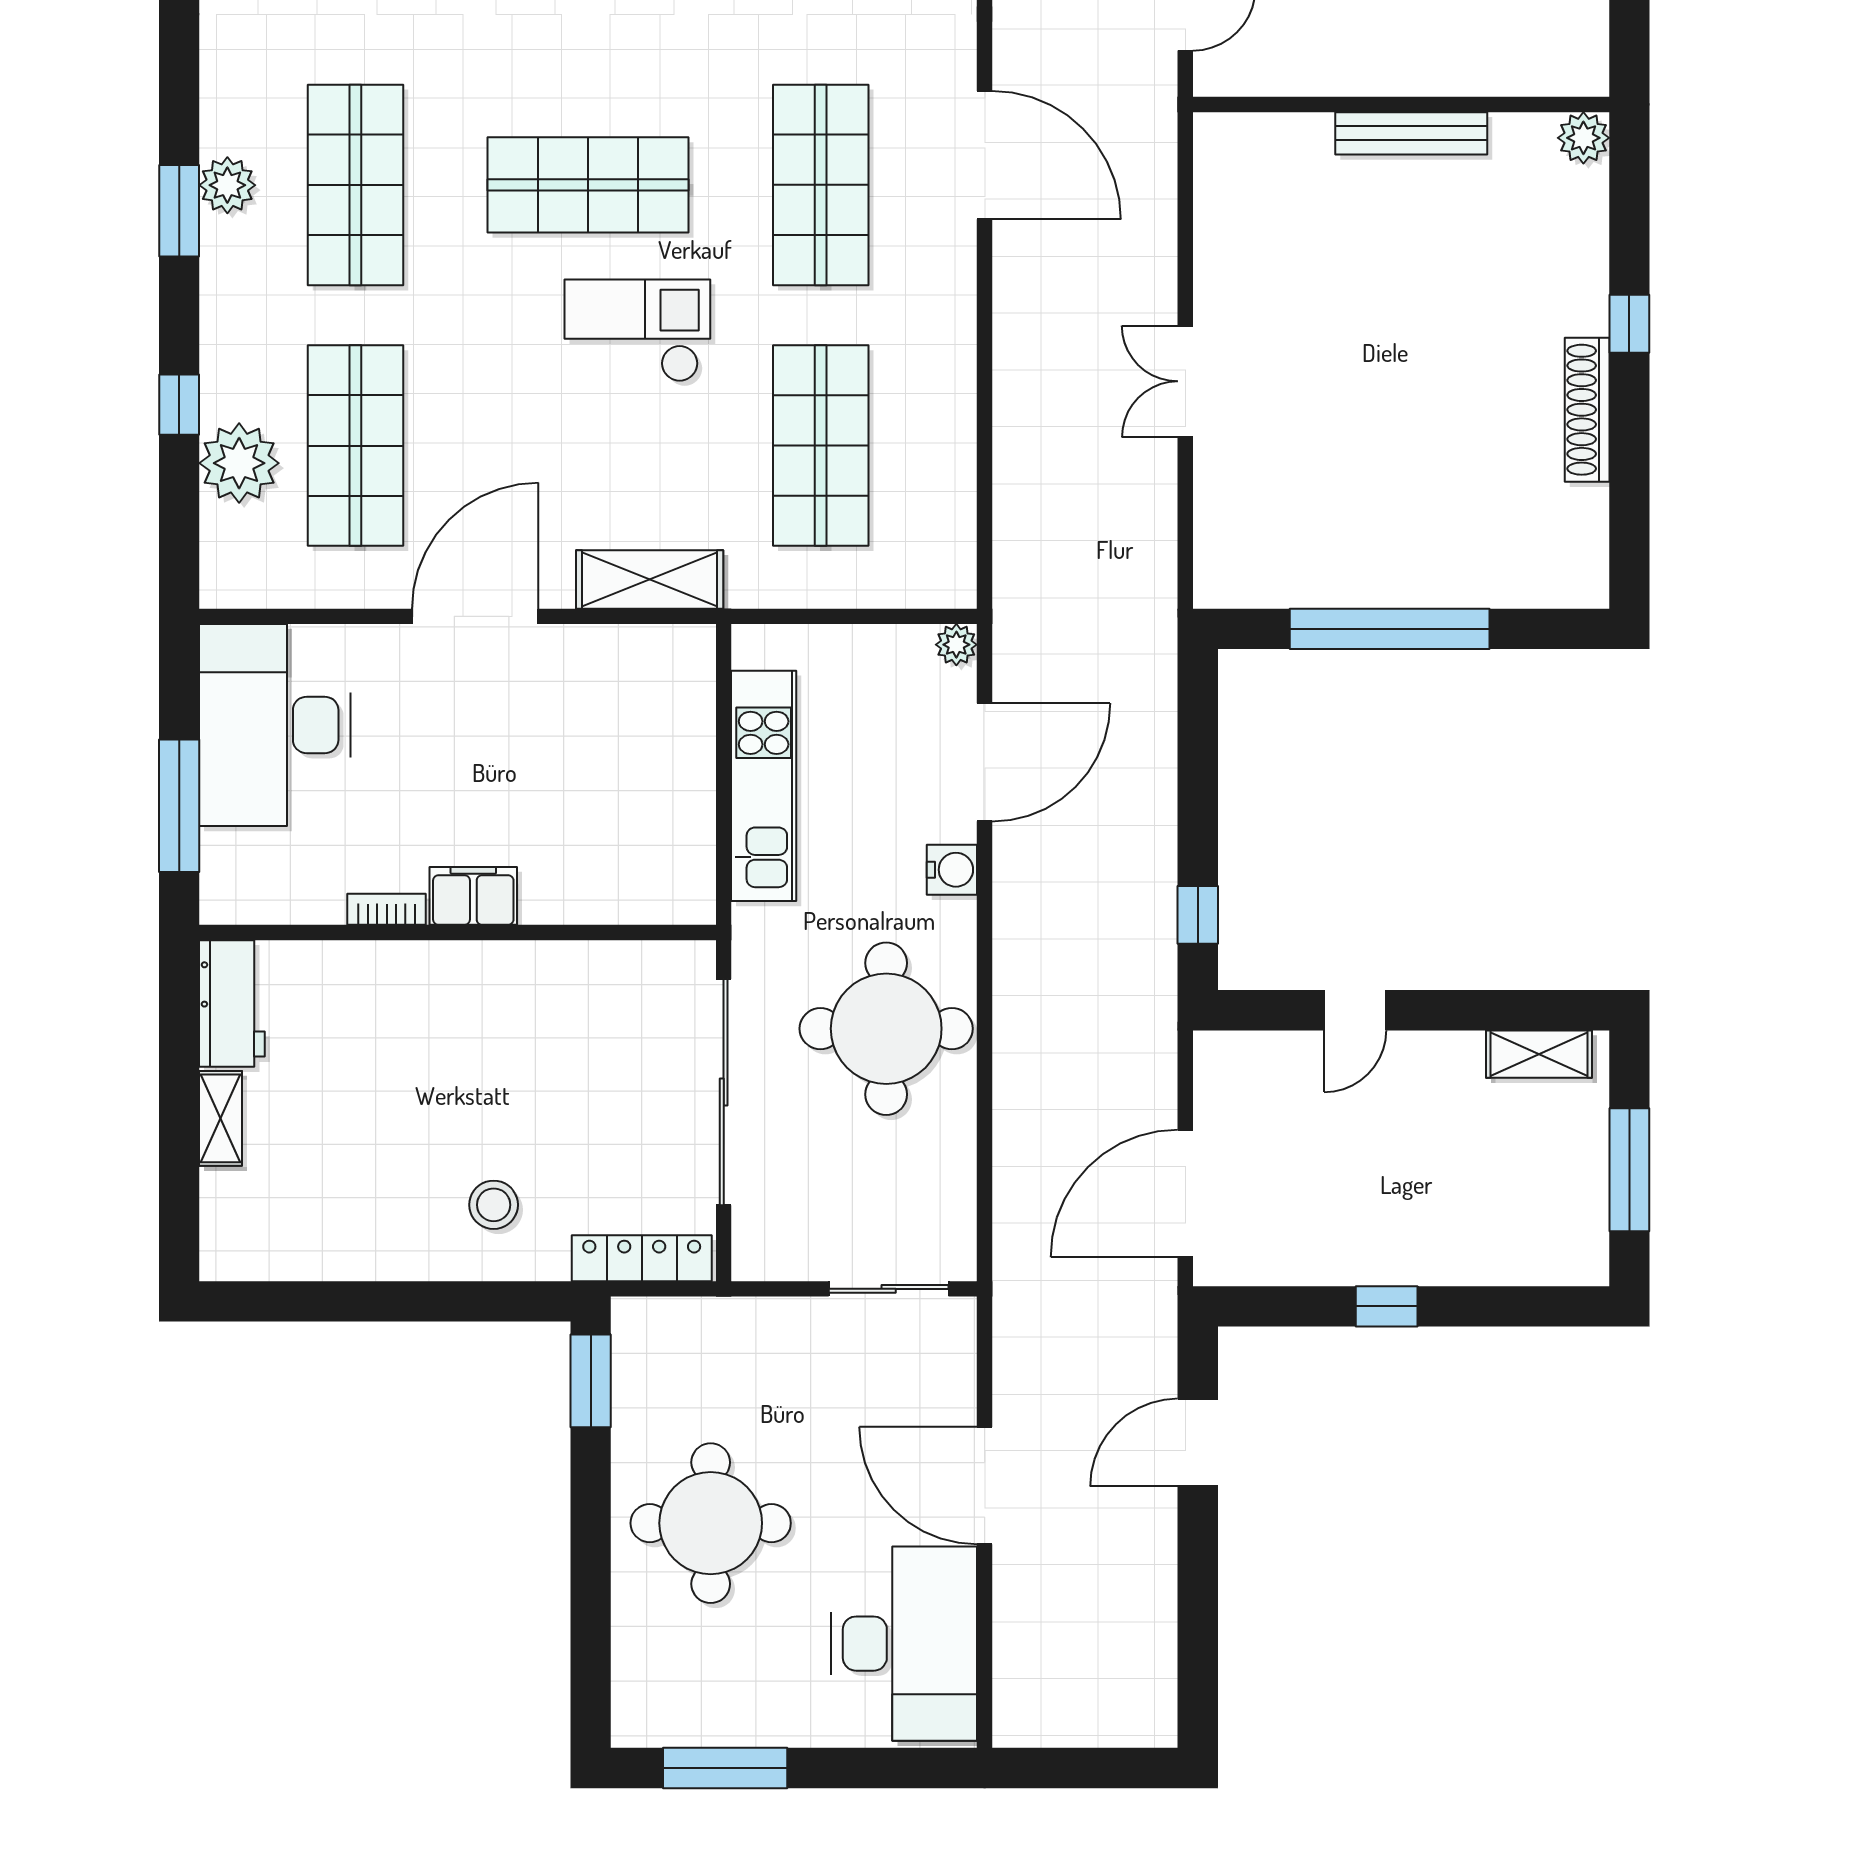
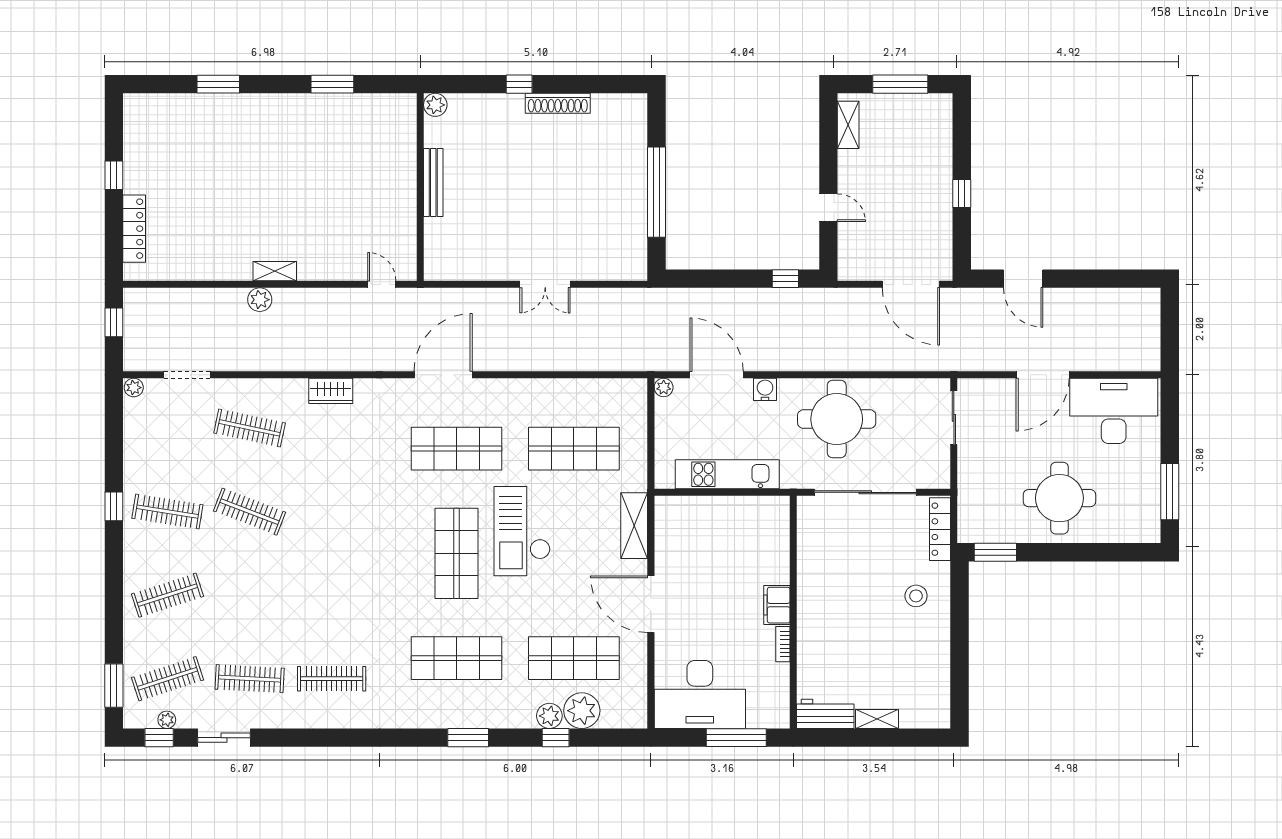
plant: (227, 185) -> (549, 716), moved
checkout: (637, 331) -> (522, 531), width x1.36, depth x1.21

